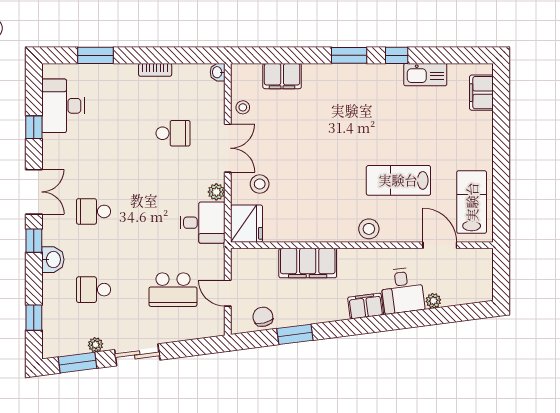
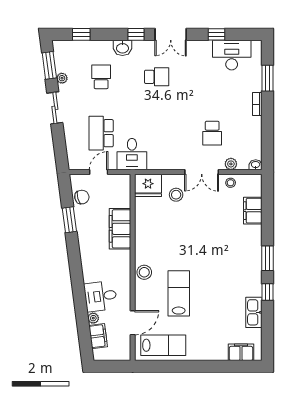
bookcase: (155, 70) -> (257, 104), moved
plant: (216, 192) -> (231, 164), moved
school desk: (94, 211) -> (157, 77), turned 90
desk: (202, 223) -> (132, 154), moved
filing cabinet: (366, 306) -> (98, 336), moved

